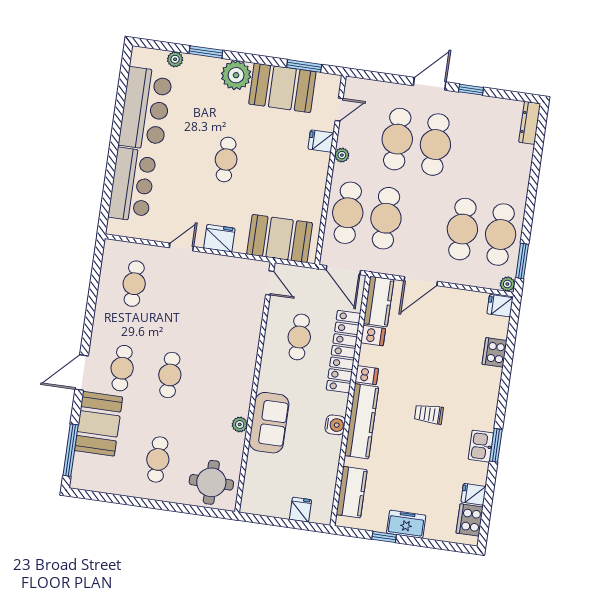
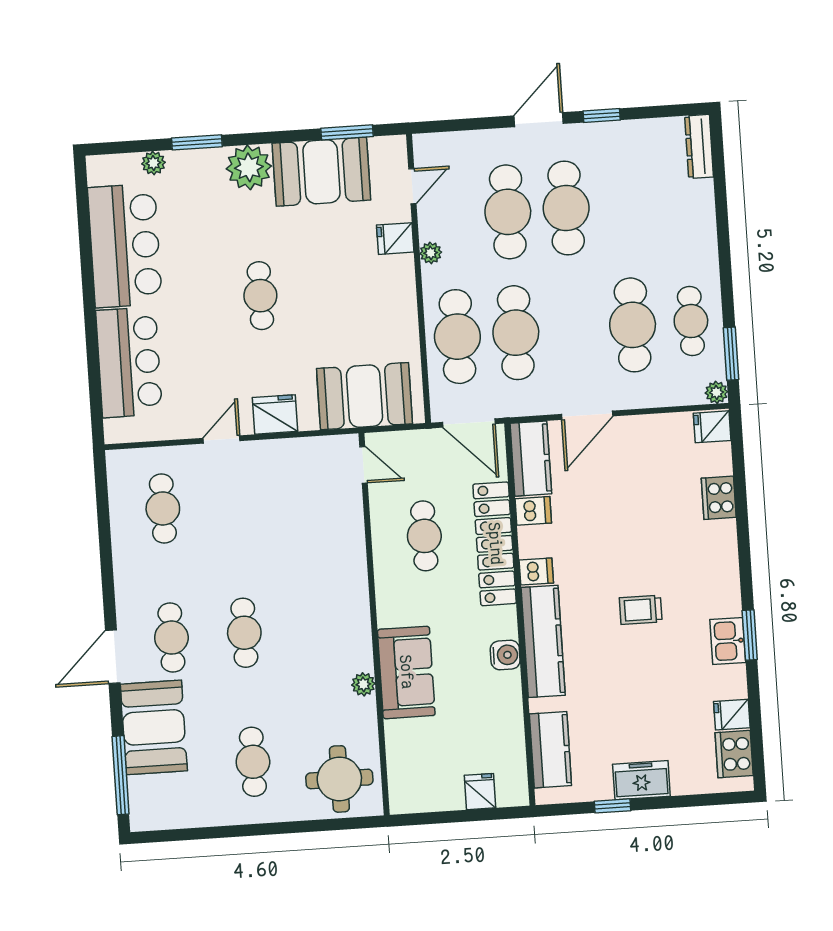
cafe table: (501, 235) -> (691, 321), width x0.73, depth x0.74

